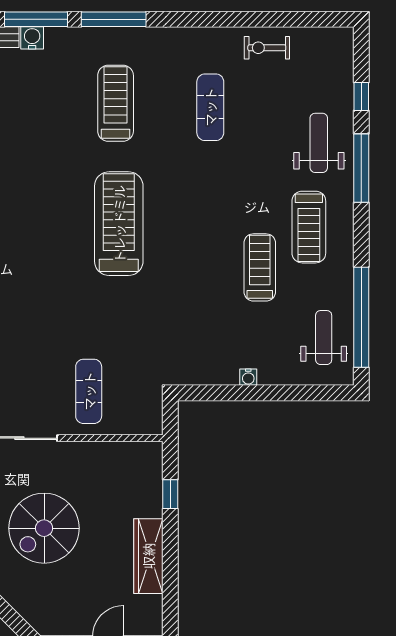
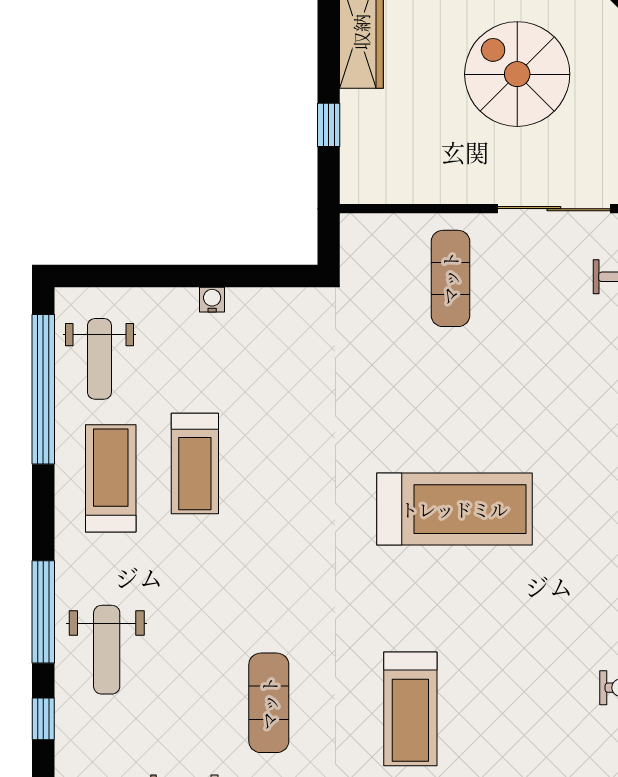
treadmill: (119, 224) -> (454, 509), moved, turned -90
treadmill: (309, 227) -> (111, 478), moved
spiral stairs: (44, 528) -> (517, 74), turned -90

